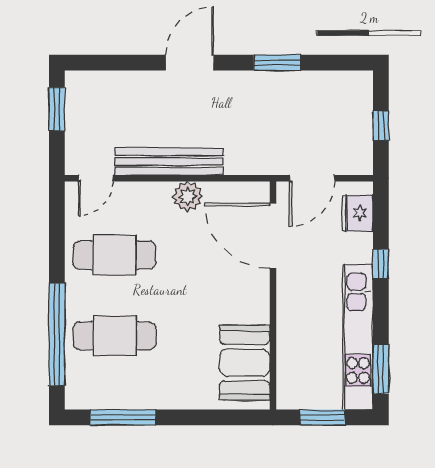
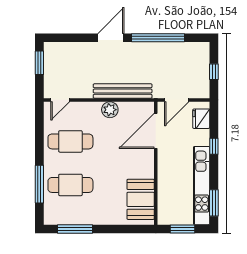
window: (277, 63) -> (158, 38), width x2.11
bench: (169, 162) -> (123, 91), moved
door: (273, 236) -> (156, 131), hinge flipped
window: (57, 334) -> (39, 184), width x0.68

